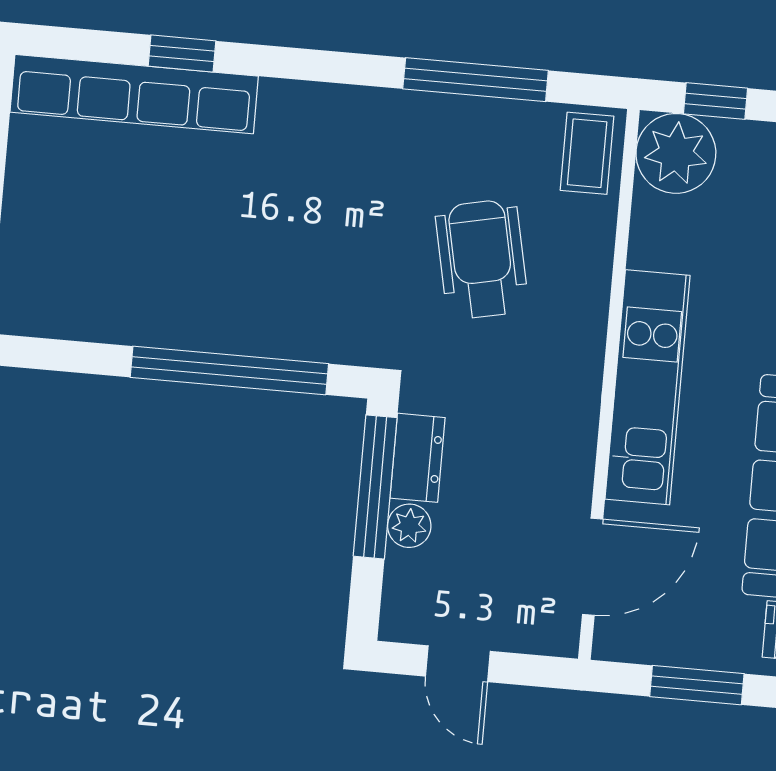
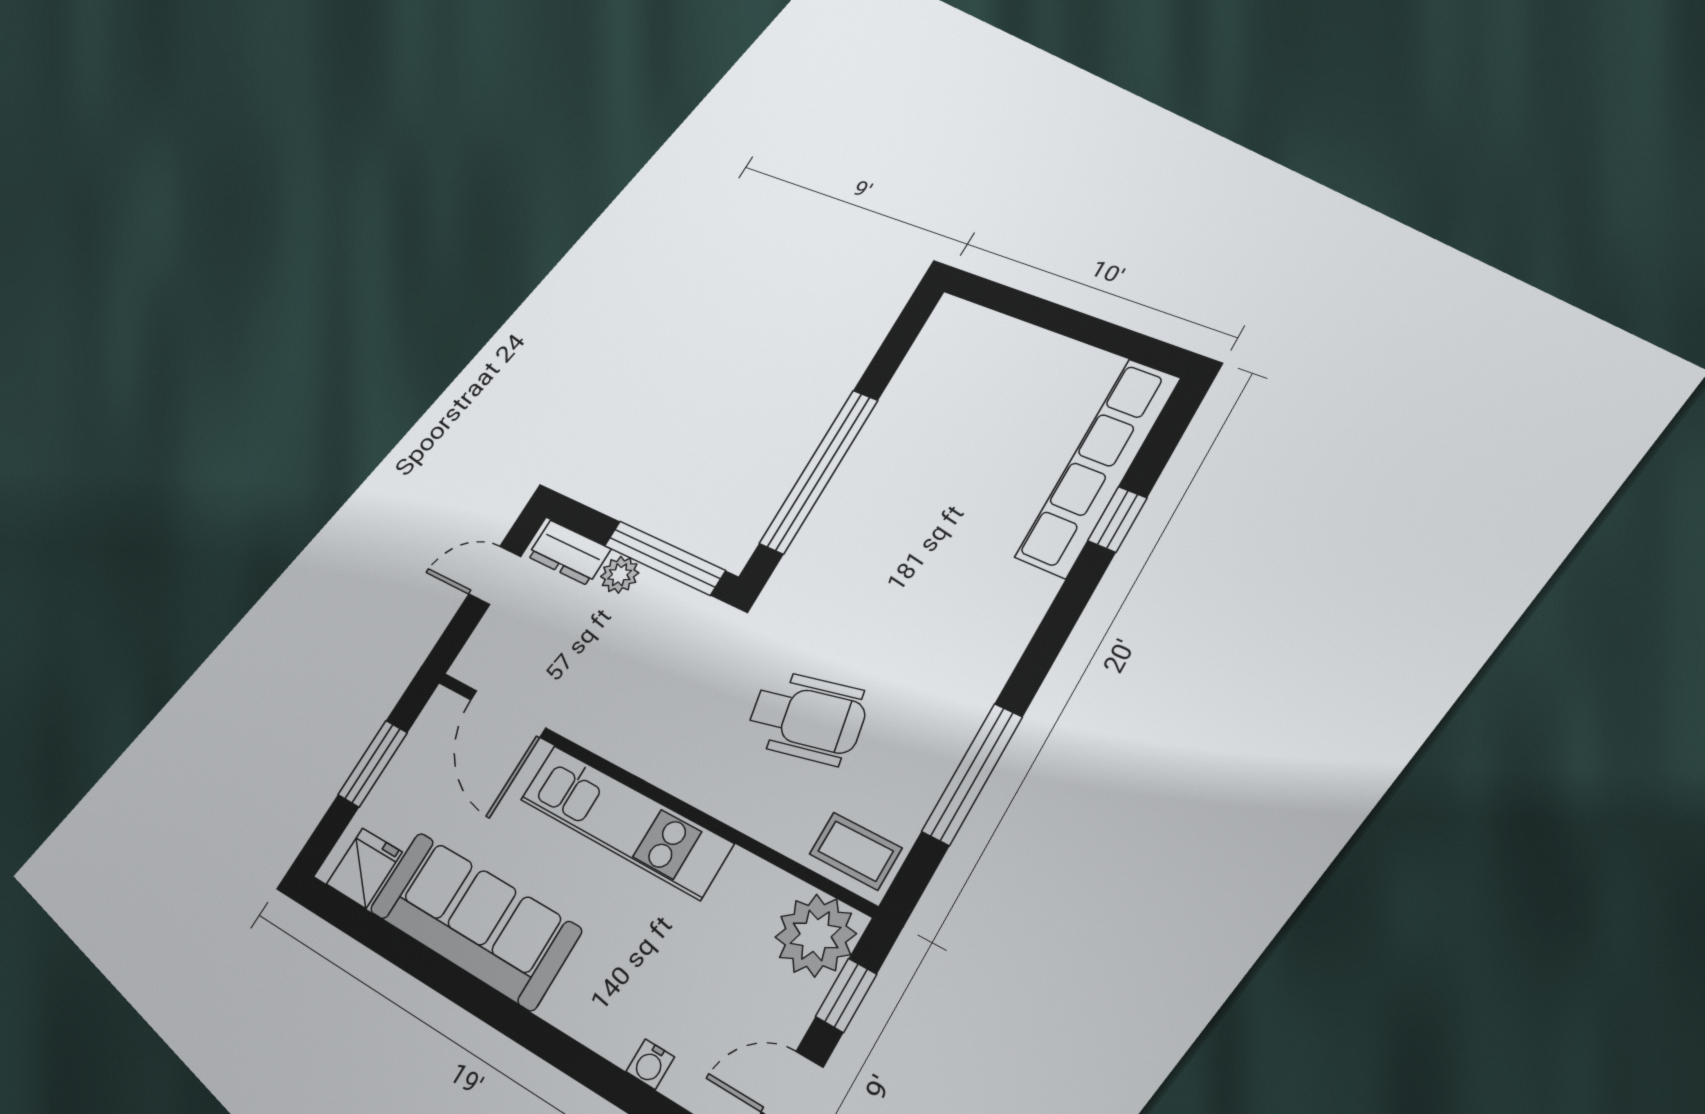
dresser: (418, 458) -> (569, 553), moved

